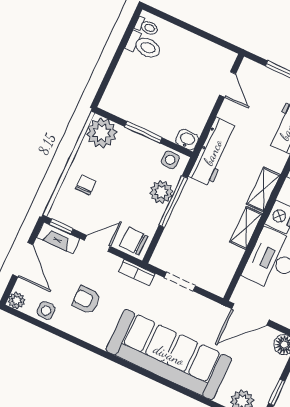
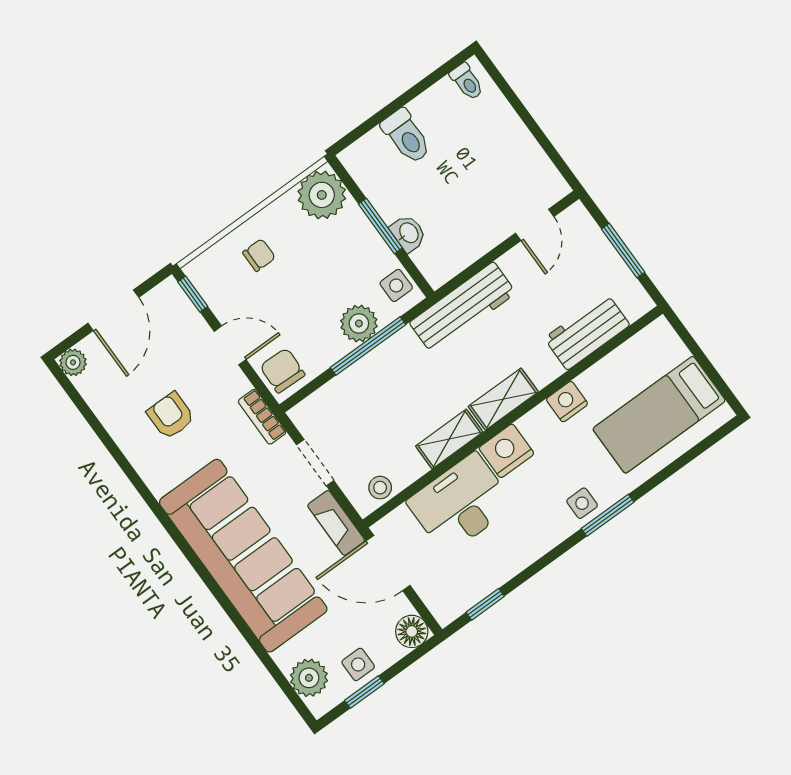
toilet: (144, 46) -> (406, 136), moved
washbasin: (187, 140) -> (408, 233), moved
fireplace: (58, 238) -> (336, 523), moved
stool: (223, 275) -> (380, 488), added
side table: (46, 311) -> (358, 664), moved

